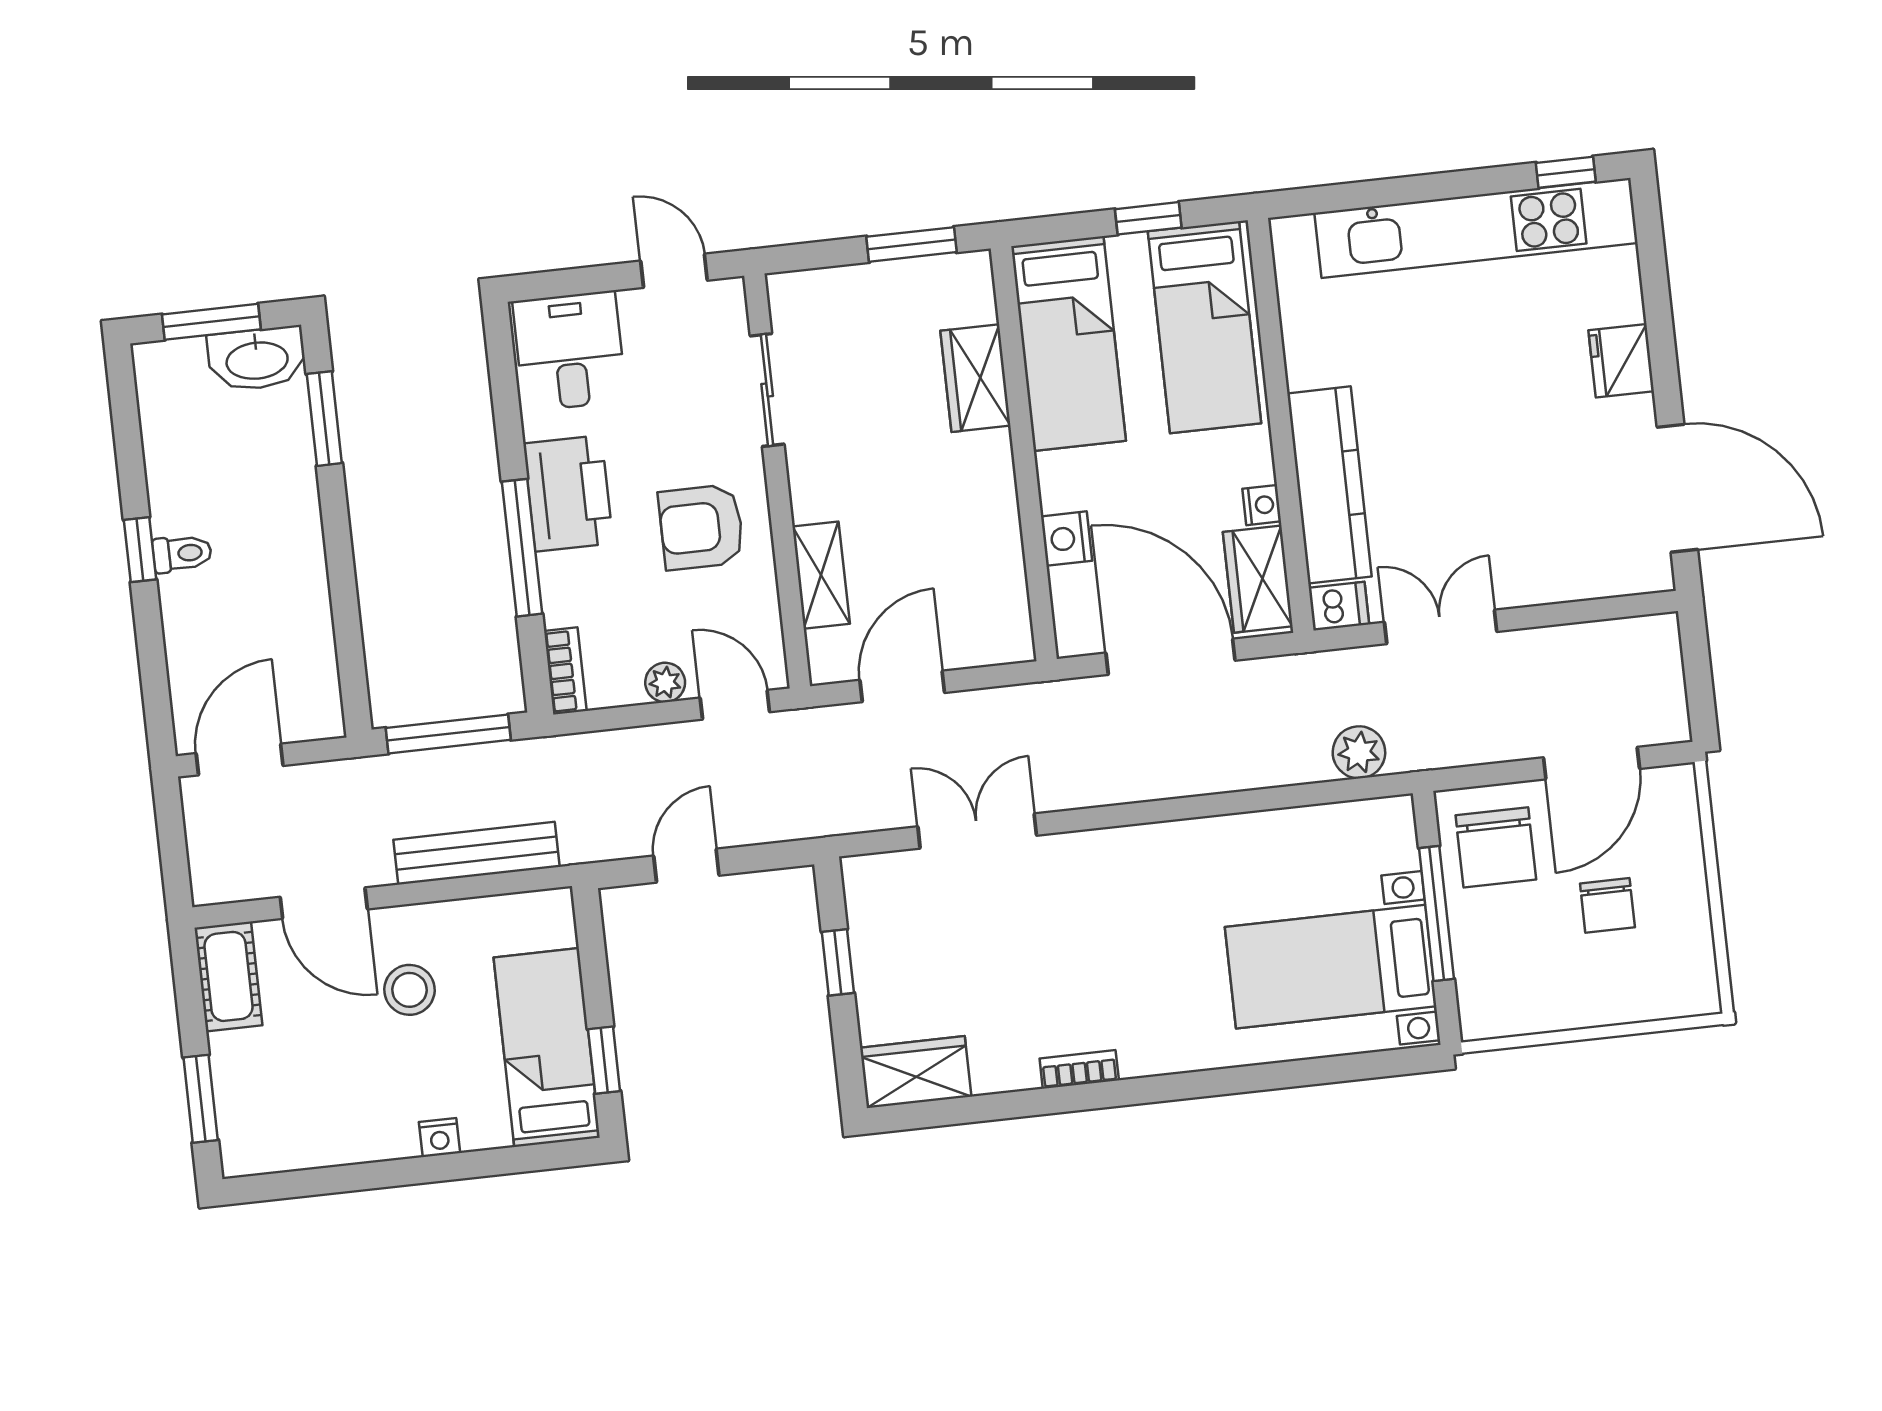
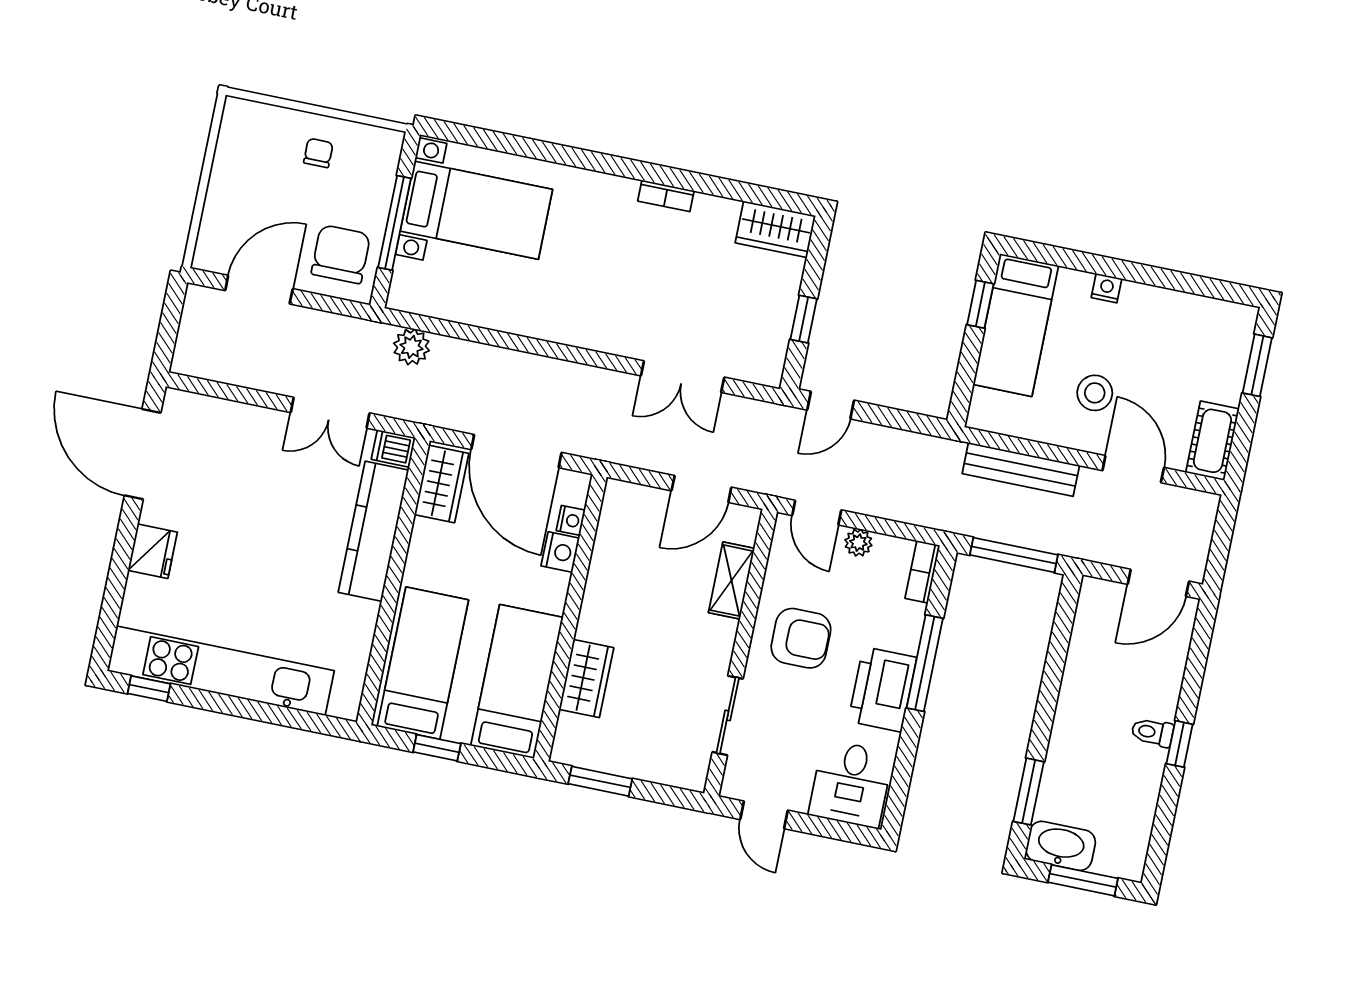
nightstand: (1262, 505) -> (571, 520), moved, turned 180
door: (686, 866) -> (831, 405), moved
chair: (1607, 905) -> (318, 153), moved, width x0.73, depth x0.73

